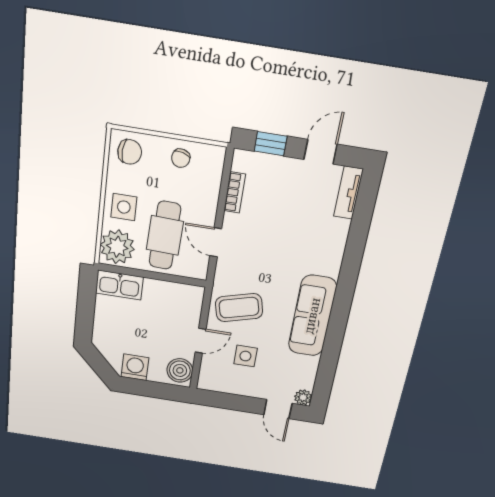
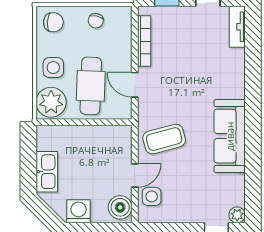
bookcase: (235, 192) -> (144, 41), width x1.56
kitchen sink: (119, 285) -> (47, 172), moved, turned -90
side table: (245, 356) -> (152, 196), moved

